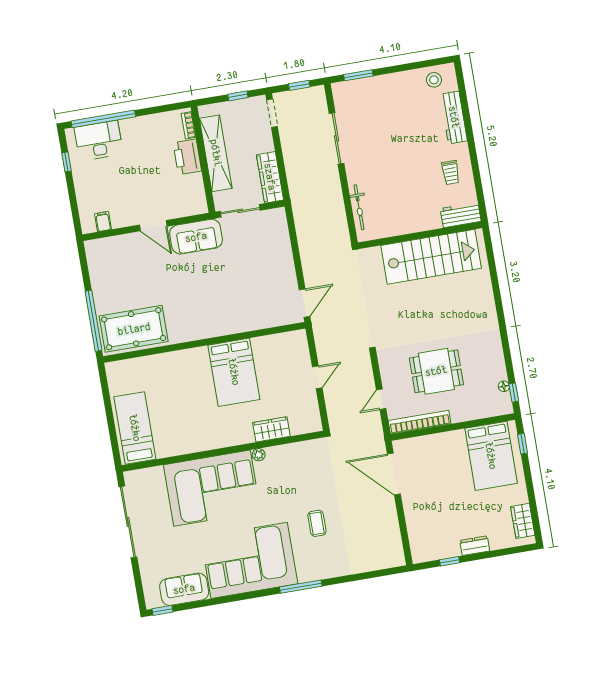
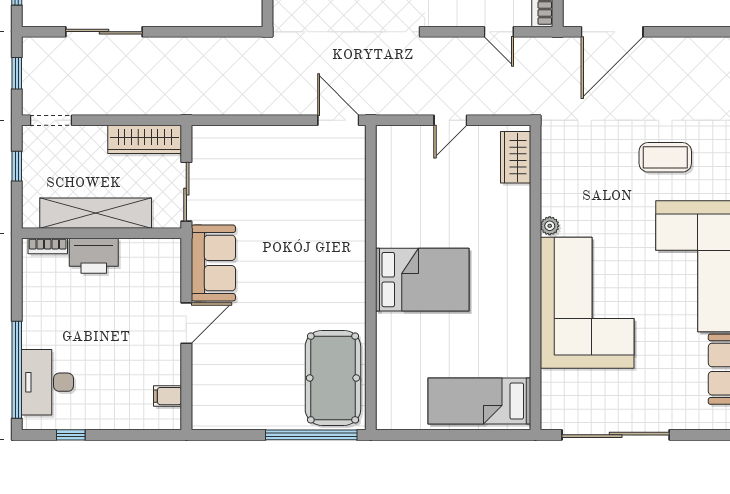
bicycle: (359, 207) -> (211, 16), removed
bed: (234, 372) -> (422, 280), moved
door: (317, 377) -> (450, 120), swing flipped
wardrobe: (271, 429) -> (516, 157), moved
coffee table: (317, 523) -> (665, 157), width x1.36, depth x1.30

